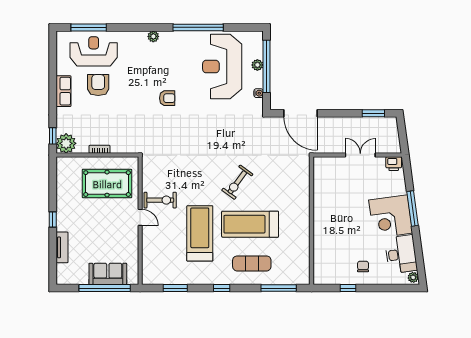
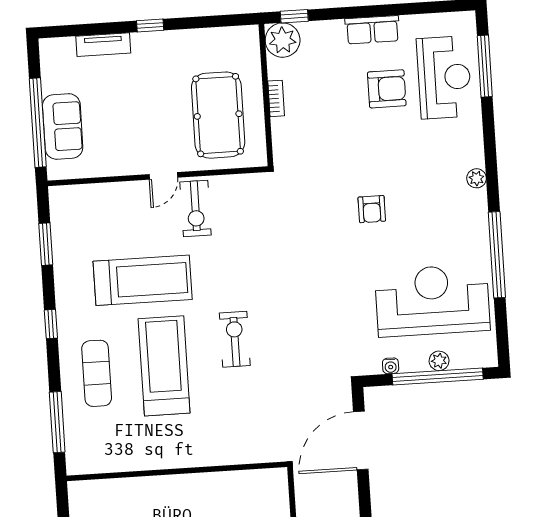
exercise bike: (237, 182) -> (235, 339), turned 54

